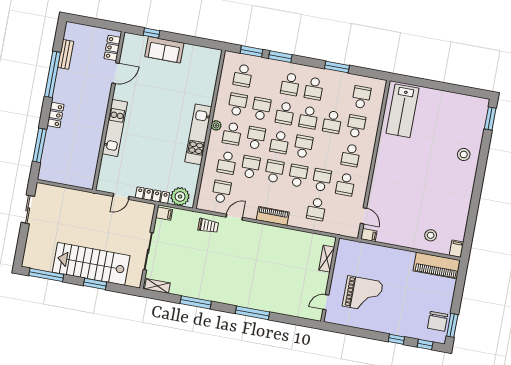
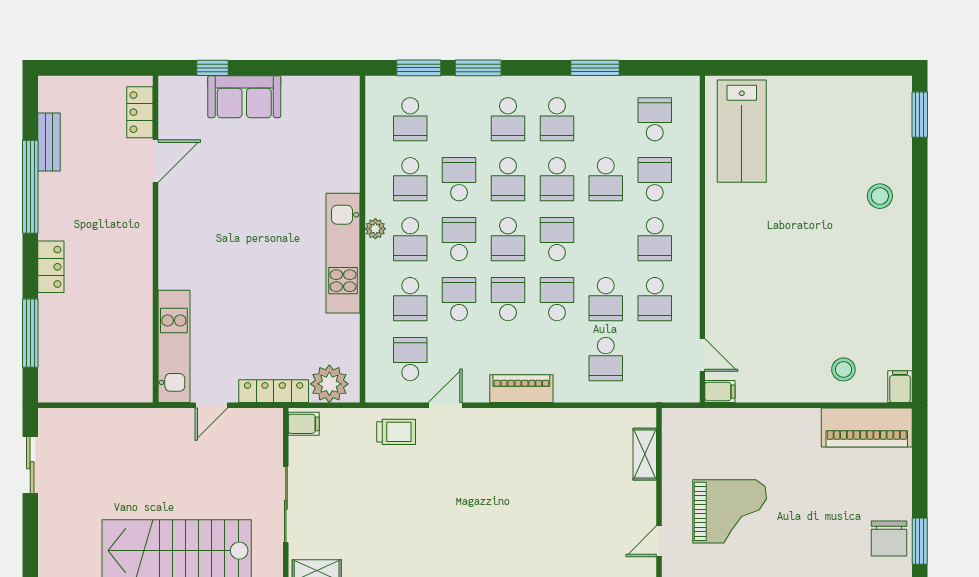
school desk: (237, 105) -> (410, 179), turned 180
kitchen unit: (115, 128) -> (174, 346), moved
school desk: (322, 180) -> (606, 299), turned 180

